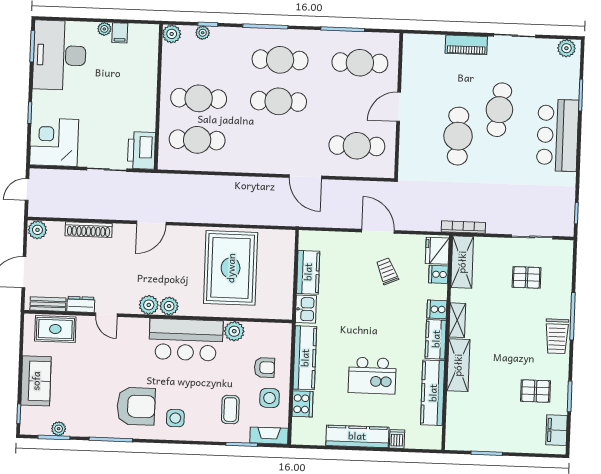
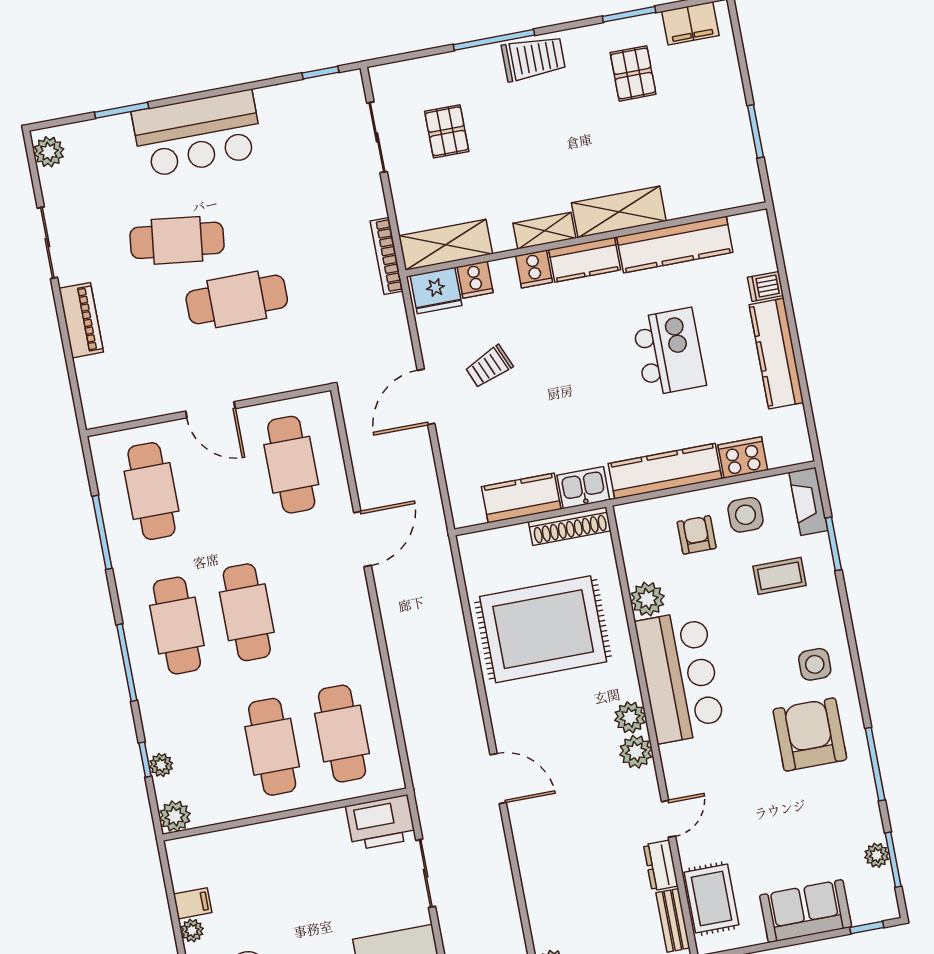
shoe rack: (89, 230) -> (570, 526), moved, turned 90

